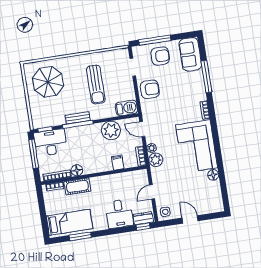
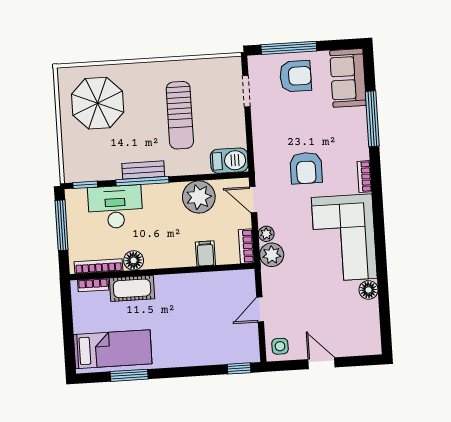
armchair: (150, 89) -> (306, 168), moved, turned 90
desk: (50, 143) -> (115, 207), moved
desk: (119, 214) -> (200, 342), removed
dresser: (143, 218) -> (241, 354), removed

